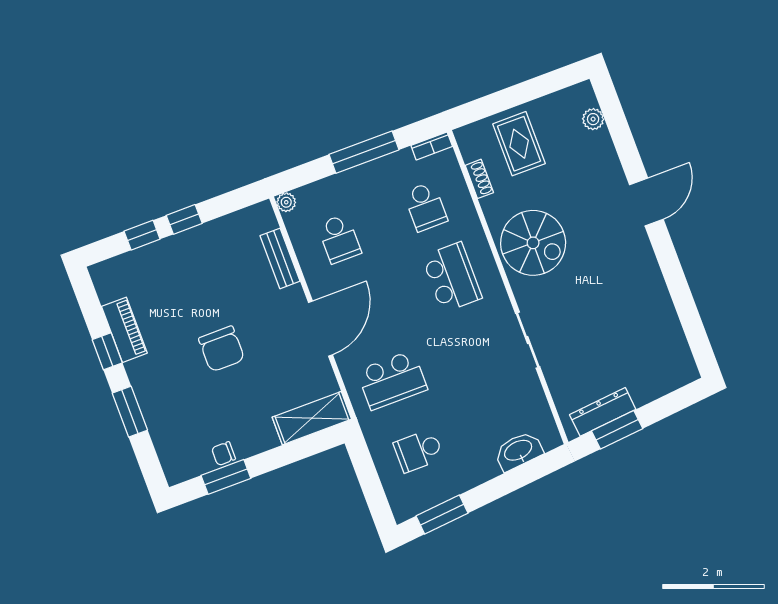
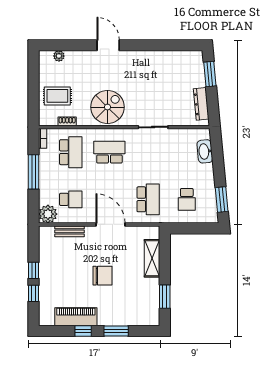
plant: (286, 202) -> (48, 214), width x1.88, depth x1.88
school desk: (425, 207) -> (71, 152), width x1.85
piano: (124, 330) -> (76, 317), width x1.37, depth x1.33
shelving: (312, 418) -> (152, 258), moved
window: (617, 430) -> (210, 74), moved
chair: (223, 454) -> (153, 294), removed

